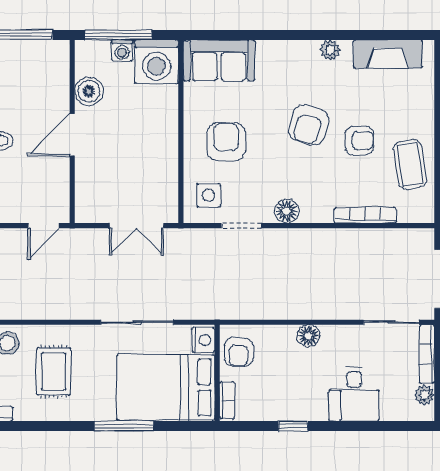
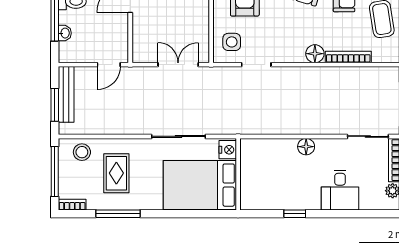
floor lamp: (287, 211) -> (315, 54), moved
double door: (136, 226) -> (178, 65), swing flipped
armchair: (239, 352) -> (254, 159), removed
bookcase: (227, 400) -> (245, 195), removed
window: (124, 426) -> (118, 214), moved

